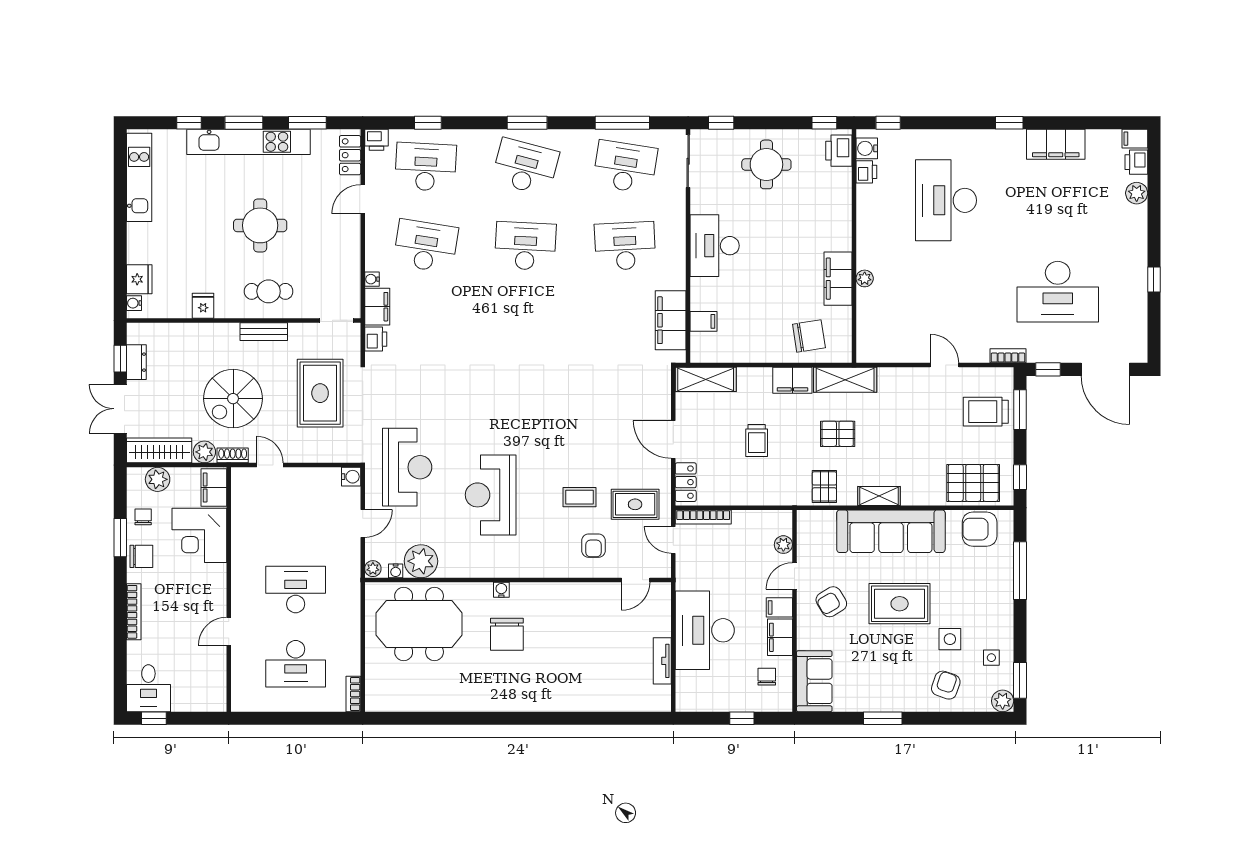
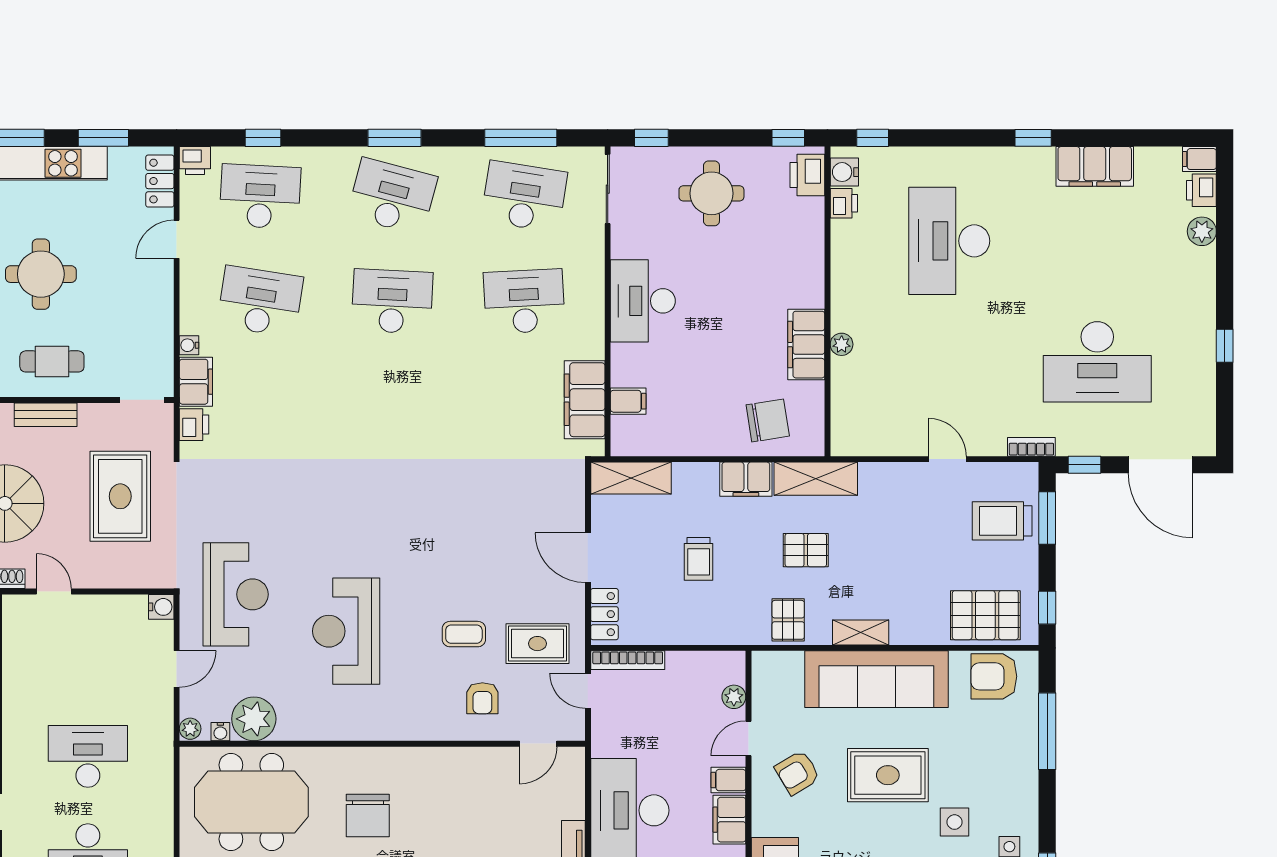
water cooler: (501, 590) -> (360, 757), removed

